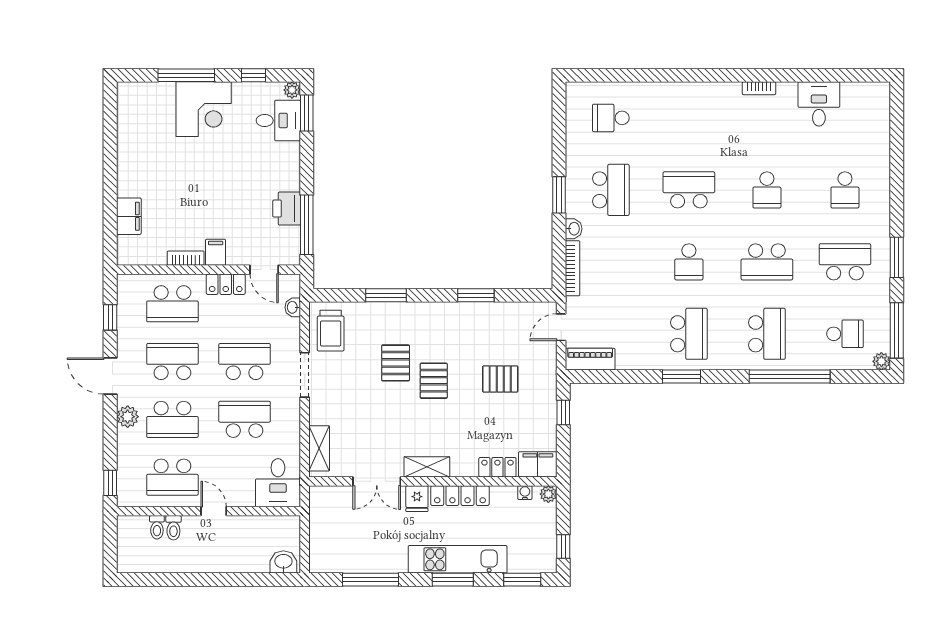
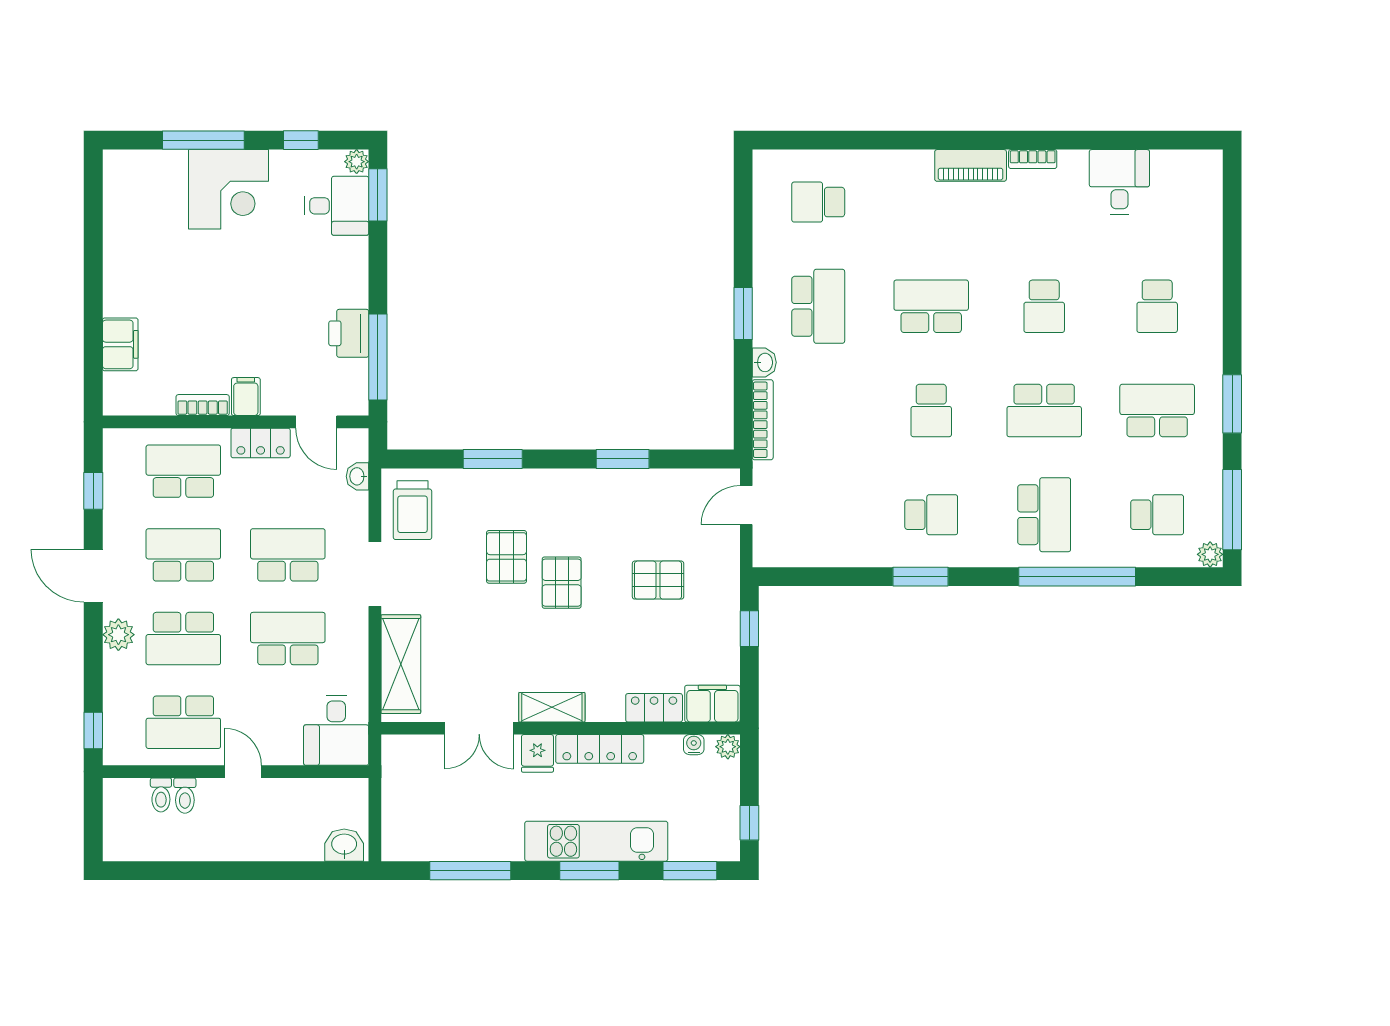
school desk: (172, 304) -> (183, 471), turned 180
school desk: (689, 334) -> (931, 515), width x0.54
piano: (590, 359) -> (971, 165), moved, turned 180
shelving: (319, 448) -> (401, 664), width x1.50, depth x1.33

